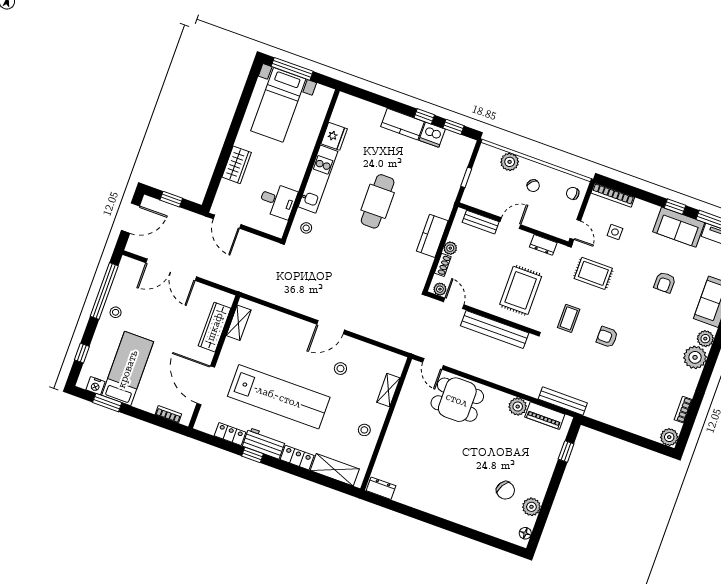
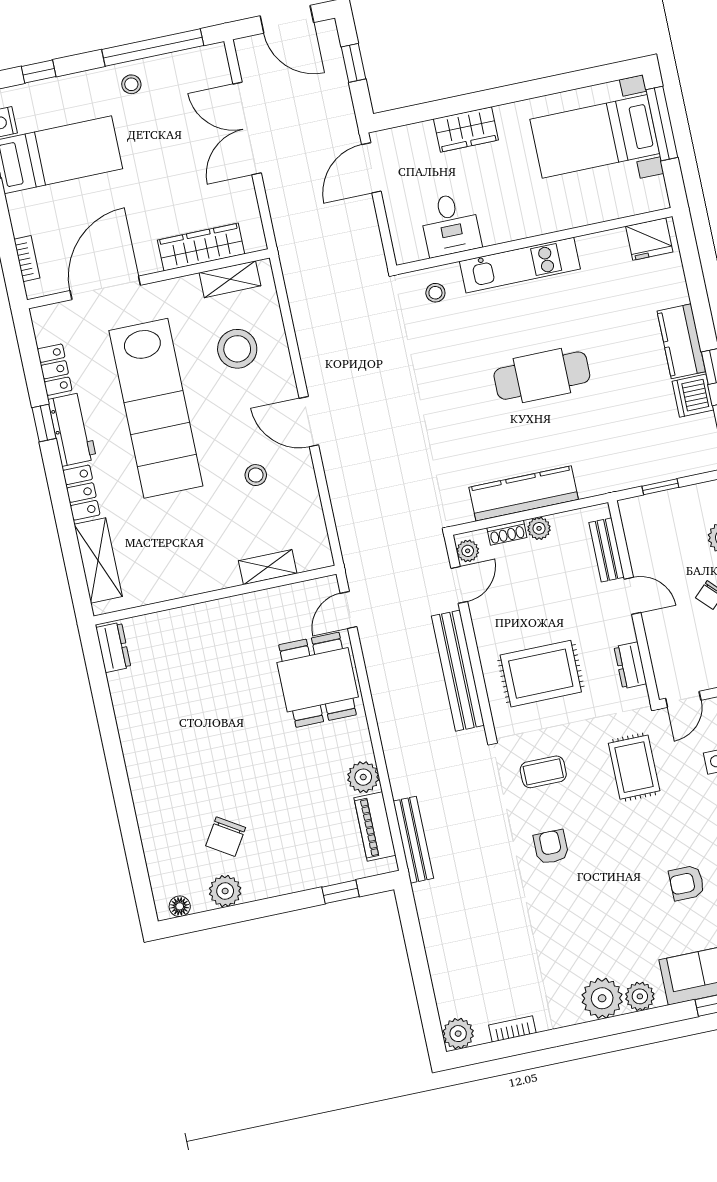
fridge: (334, 136) -> (649, 239), moved
kitchen counter: (432, 236) -> (524, 493), width x1.50
stool: (364, 430) -> (237, 349), moved, width x1.89, depth x1.89

